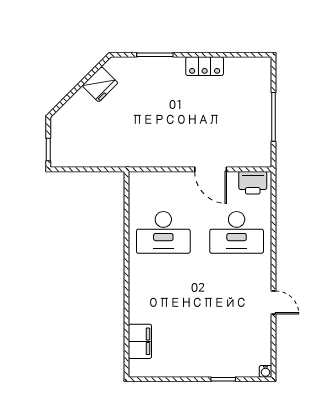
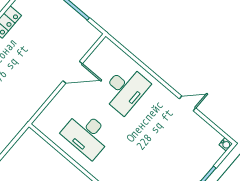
printer: (253, 183) -> (103, 53), removed
desk: (163, 232) -> (87, 134), turned 90

